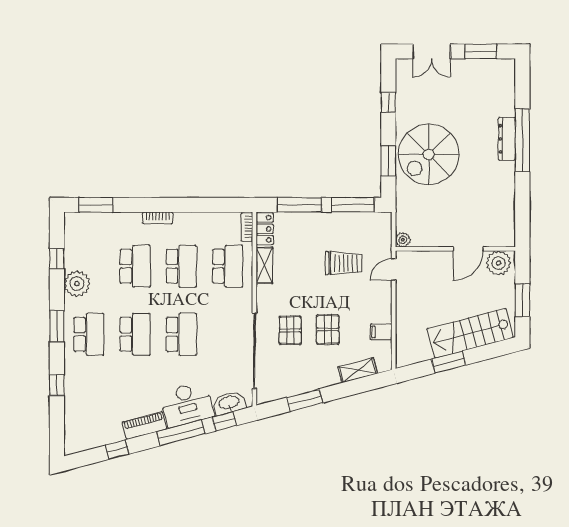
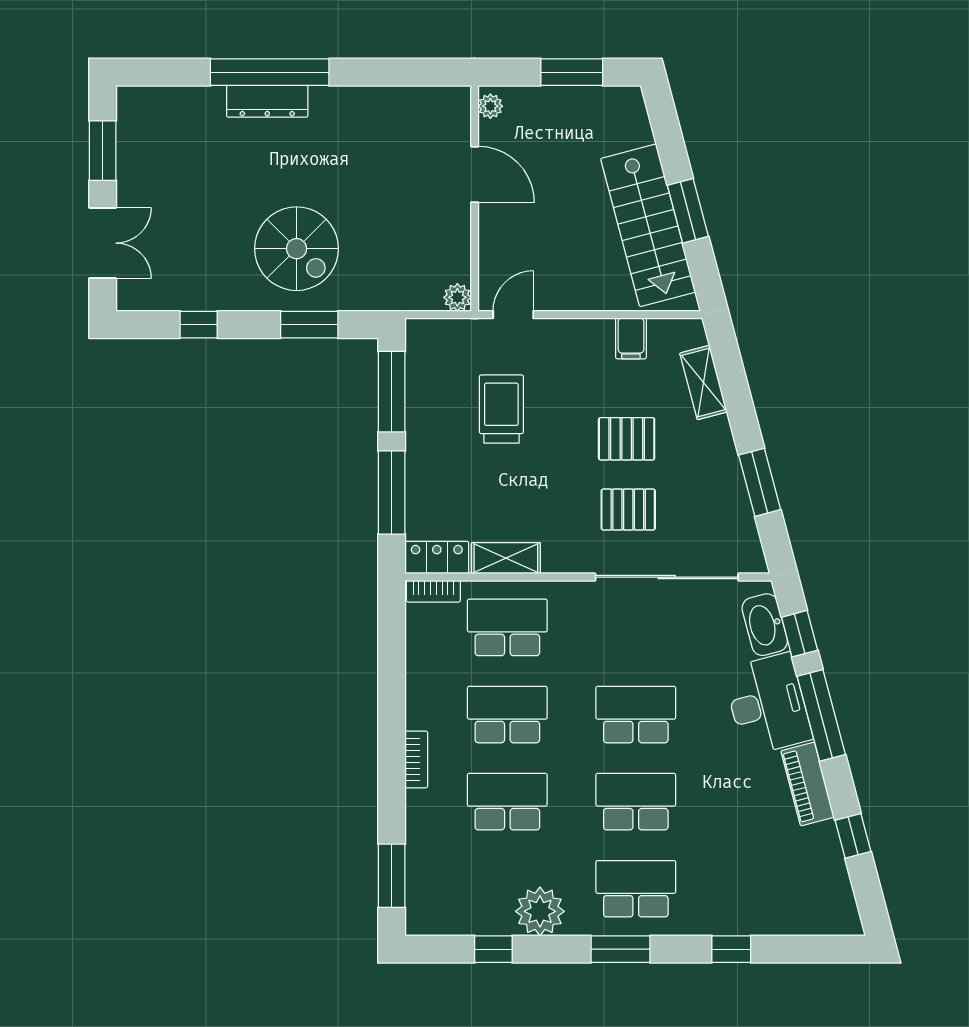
spiral stairs: (429, 154) -> (297, 249), width x0.73, depth x0.73
plant: (499, 263) -> (490, 106), width x0.53, depth x0.53
door: (394, 269) -> (513, 315), swing flipped
stairs: (470, 333) -> (648, 225), moved

